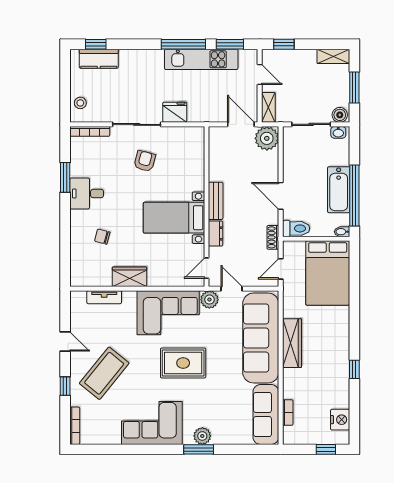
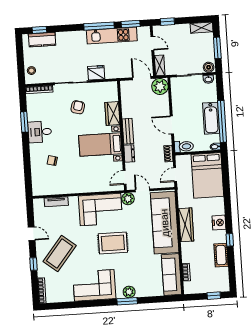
wardrobe: (129, 277) -> (112, 113), moved, turned -90
cot: (340, 391) -> (221, 255), added
nightstand: (340, 420) -> (219, 223), moved

